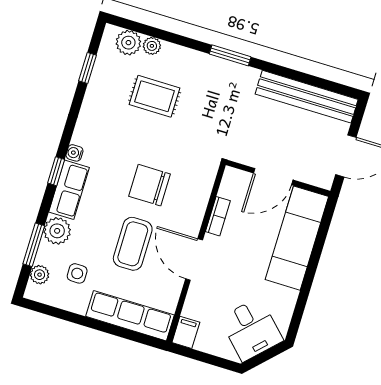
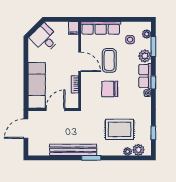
rug: (155, 96) -> (120, 129), width x1.36, depth x1.43
bench: (307, 97) -> (73, 150), moved
chair: (149, 185) -> (110, 89), turned 180

